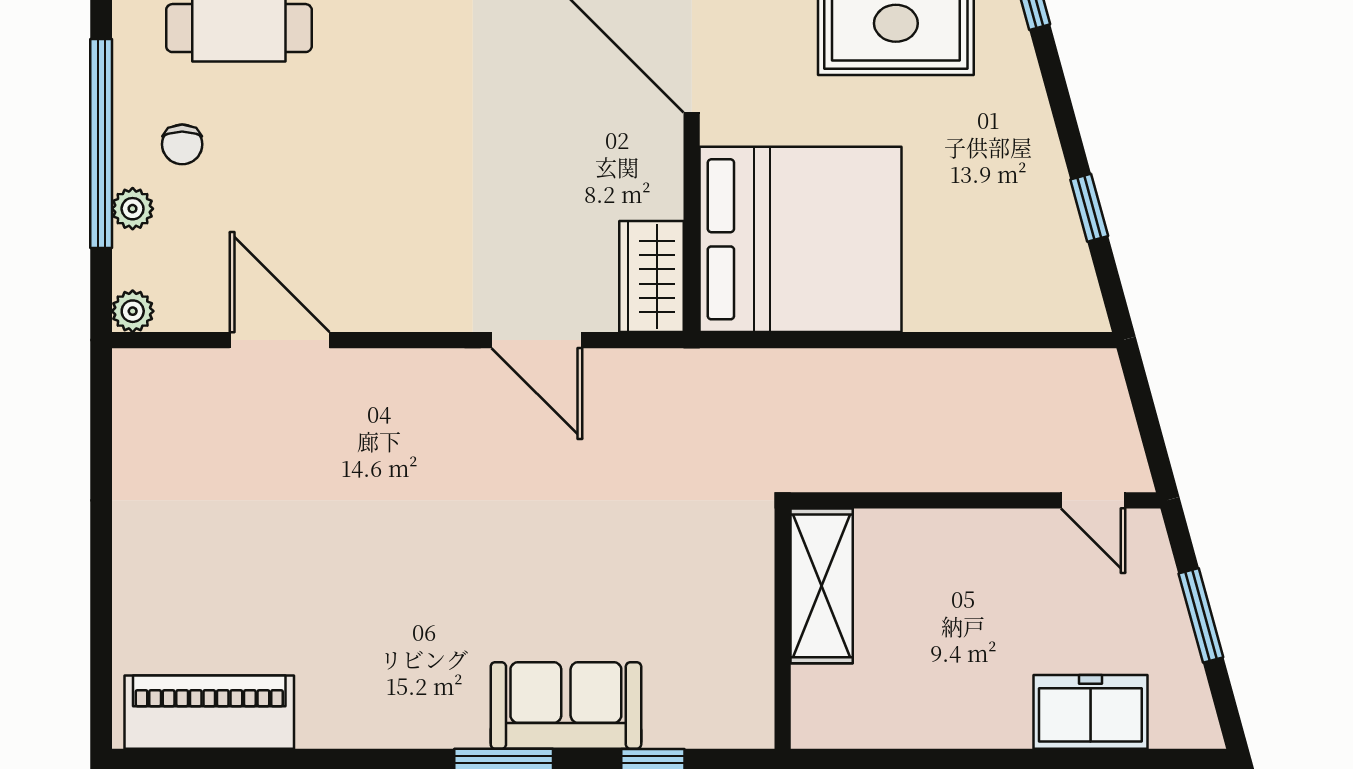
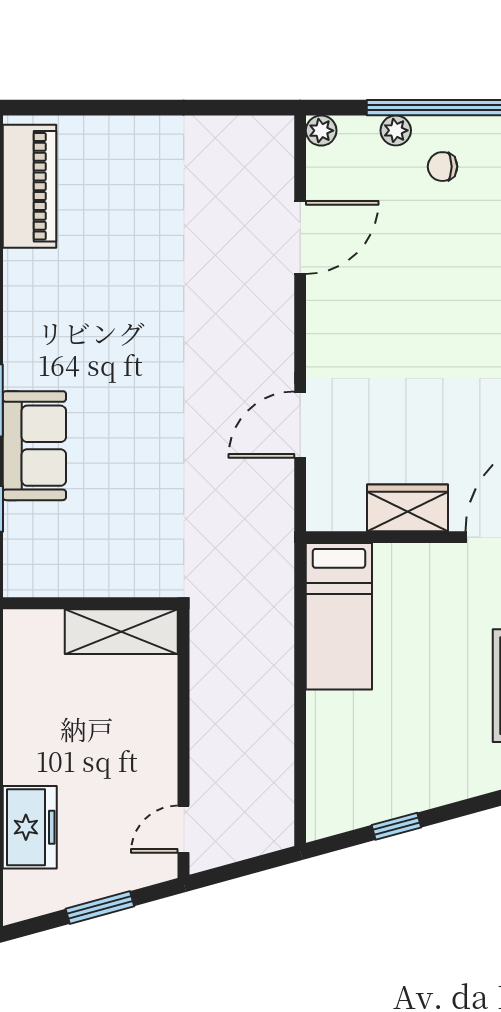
bed: (801, 239) -> (339, 616), width x0.49
wardrobe: (651, 277) -> (407, 508), moved

